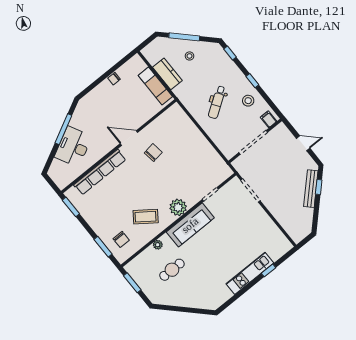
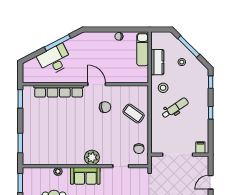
exam couch: (155, 86) -> (143, 49), moved
stool: (248, 101) -> (163, 88), moved
dental chair: (217, 102) -> (175, 108), turned 180
door: (303, 143) -> (211, 182), swing flipped
coffee table: (146, 217) -> (134, 114), moved
sofa: (190, 225) -> (85, 176), width x0.73
chair: (121, 239) -> (139, 149), moved

